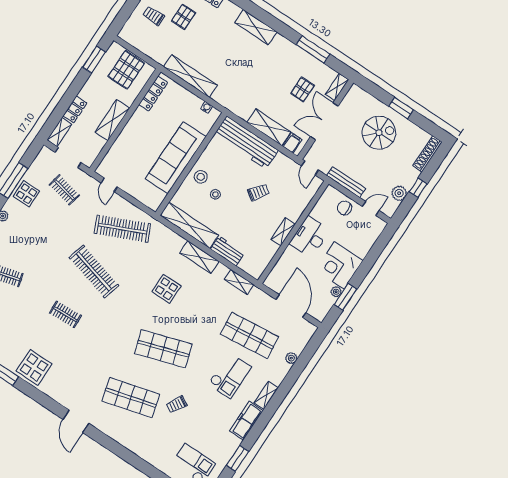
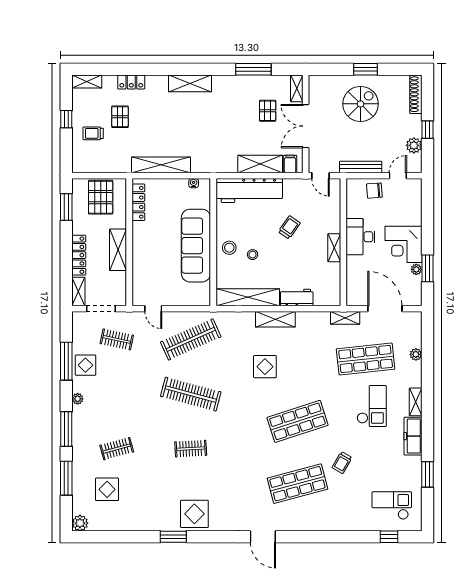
locker: (75, 109) -> (79, 255), width x1.53
shelving: (239, 282) -> (345, 318), moved

